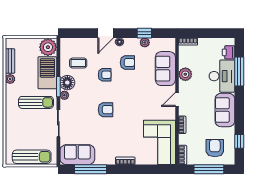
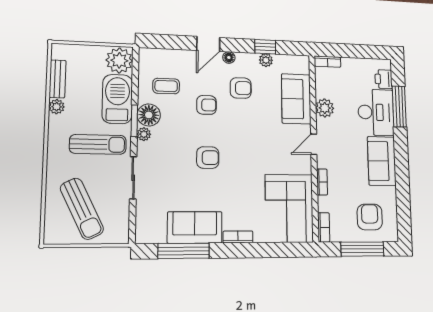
window: (239, 141) -> (403, 207), removed
sofa: (77, 155) -> (195, 227), moved
sun lounger: (32, 157) -> (82, 209), moved, turned 64

